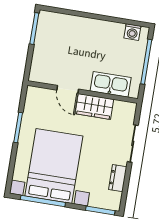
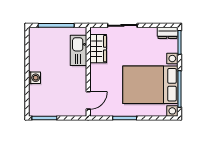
washing machine: (132, 32) -> (34, 78), moved
door: (68, 90) -> (88, 100), moved
wardrobe: (94, 106) -> (98, 49), moved
dresser: (118, 178) -> (168, 33), moved

